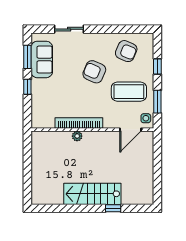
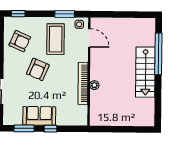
armchair: (126, 51) -> (20, 41), turned 91
sofa: (42, 59) -> (39, 116), moved
window: (157, 66) -> (18, 14), moved
window: (113, 208) -> (158, 54), width x3.17

